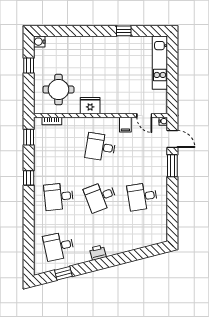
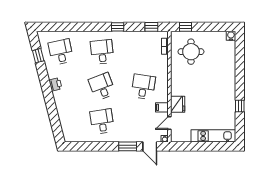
window: (29, 65) -> (186, 27), moved
fridge: (90, 106) -> (178, 104), moved
door: (172, 139) -> (150, 146), hinge flipped

